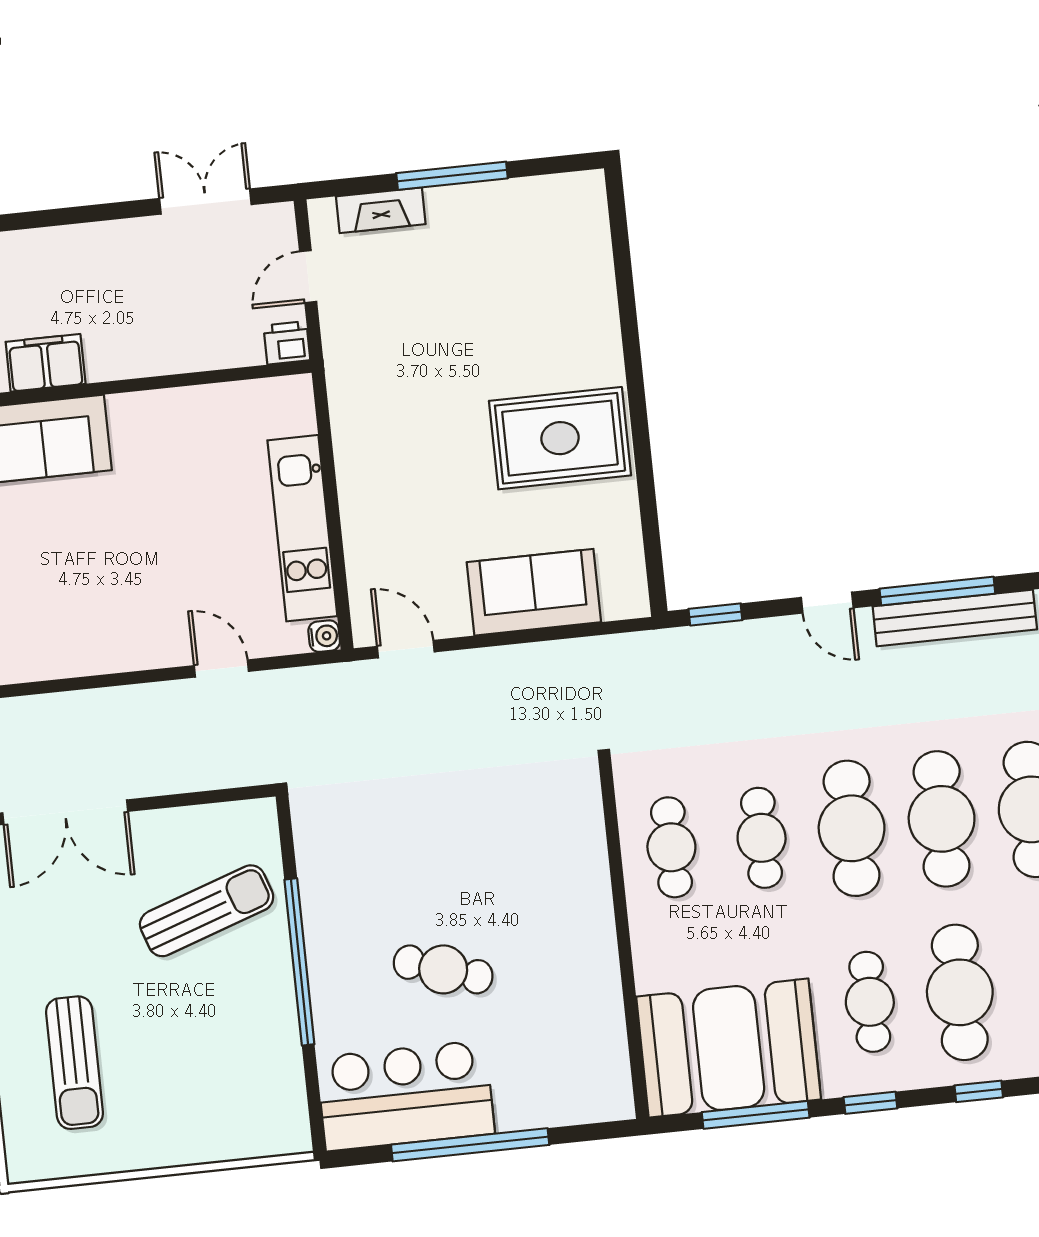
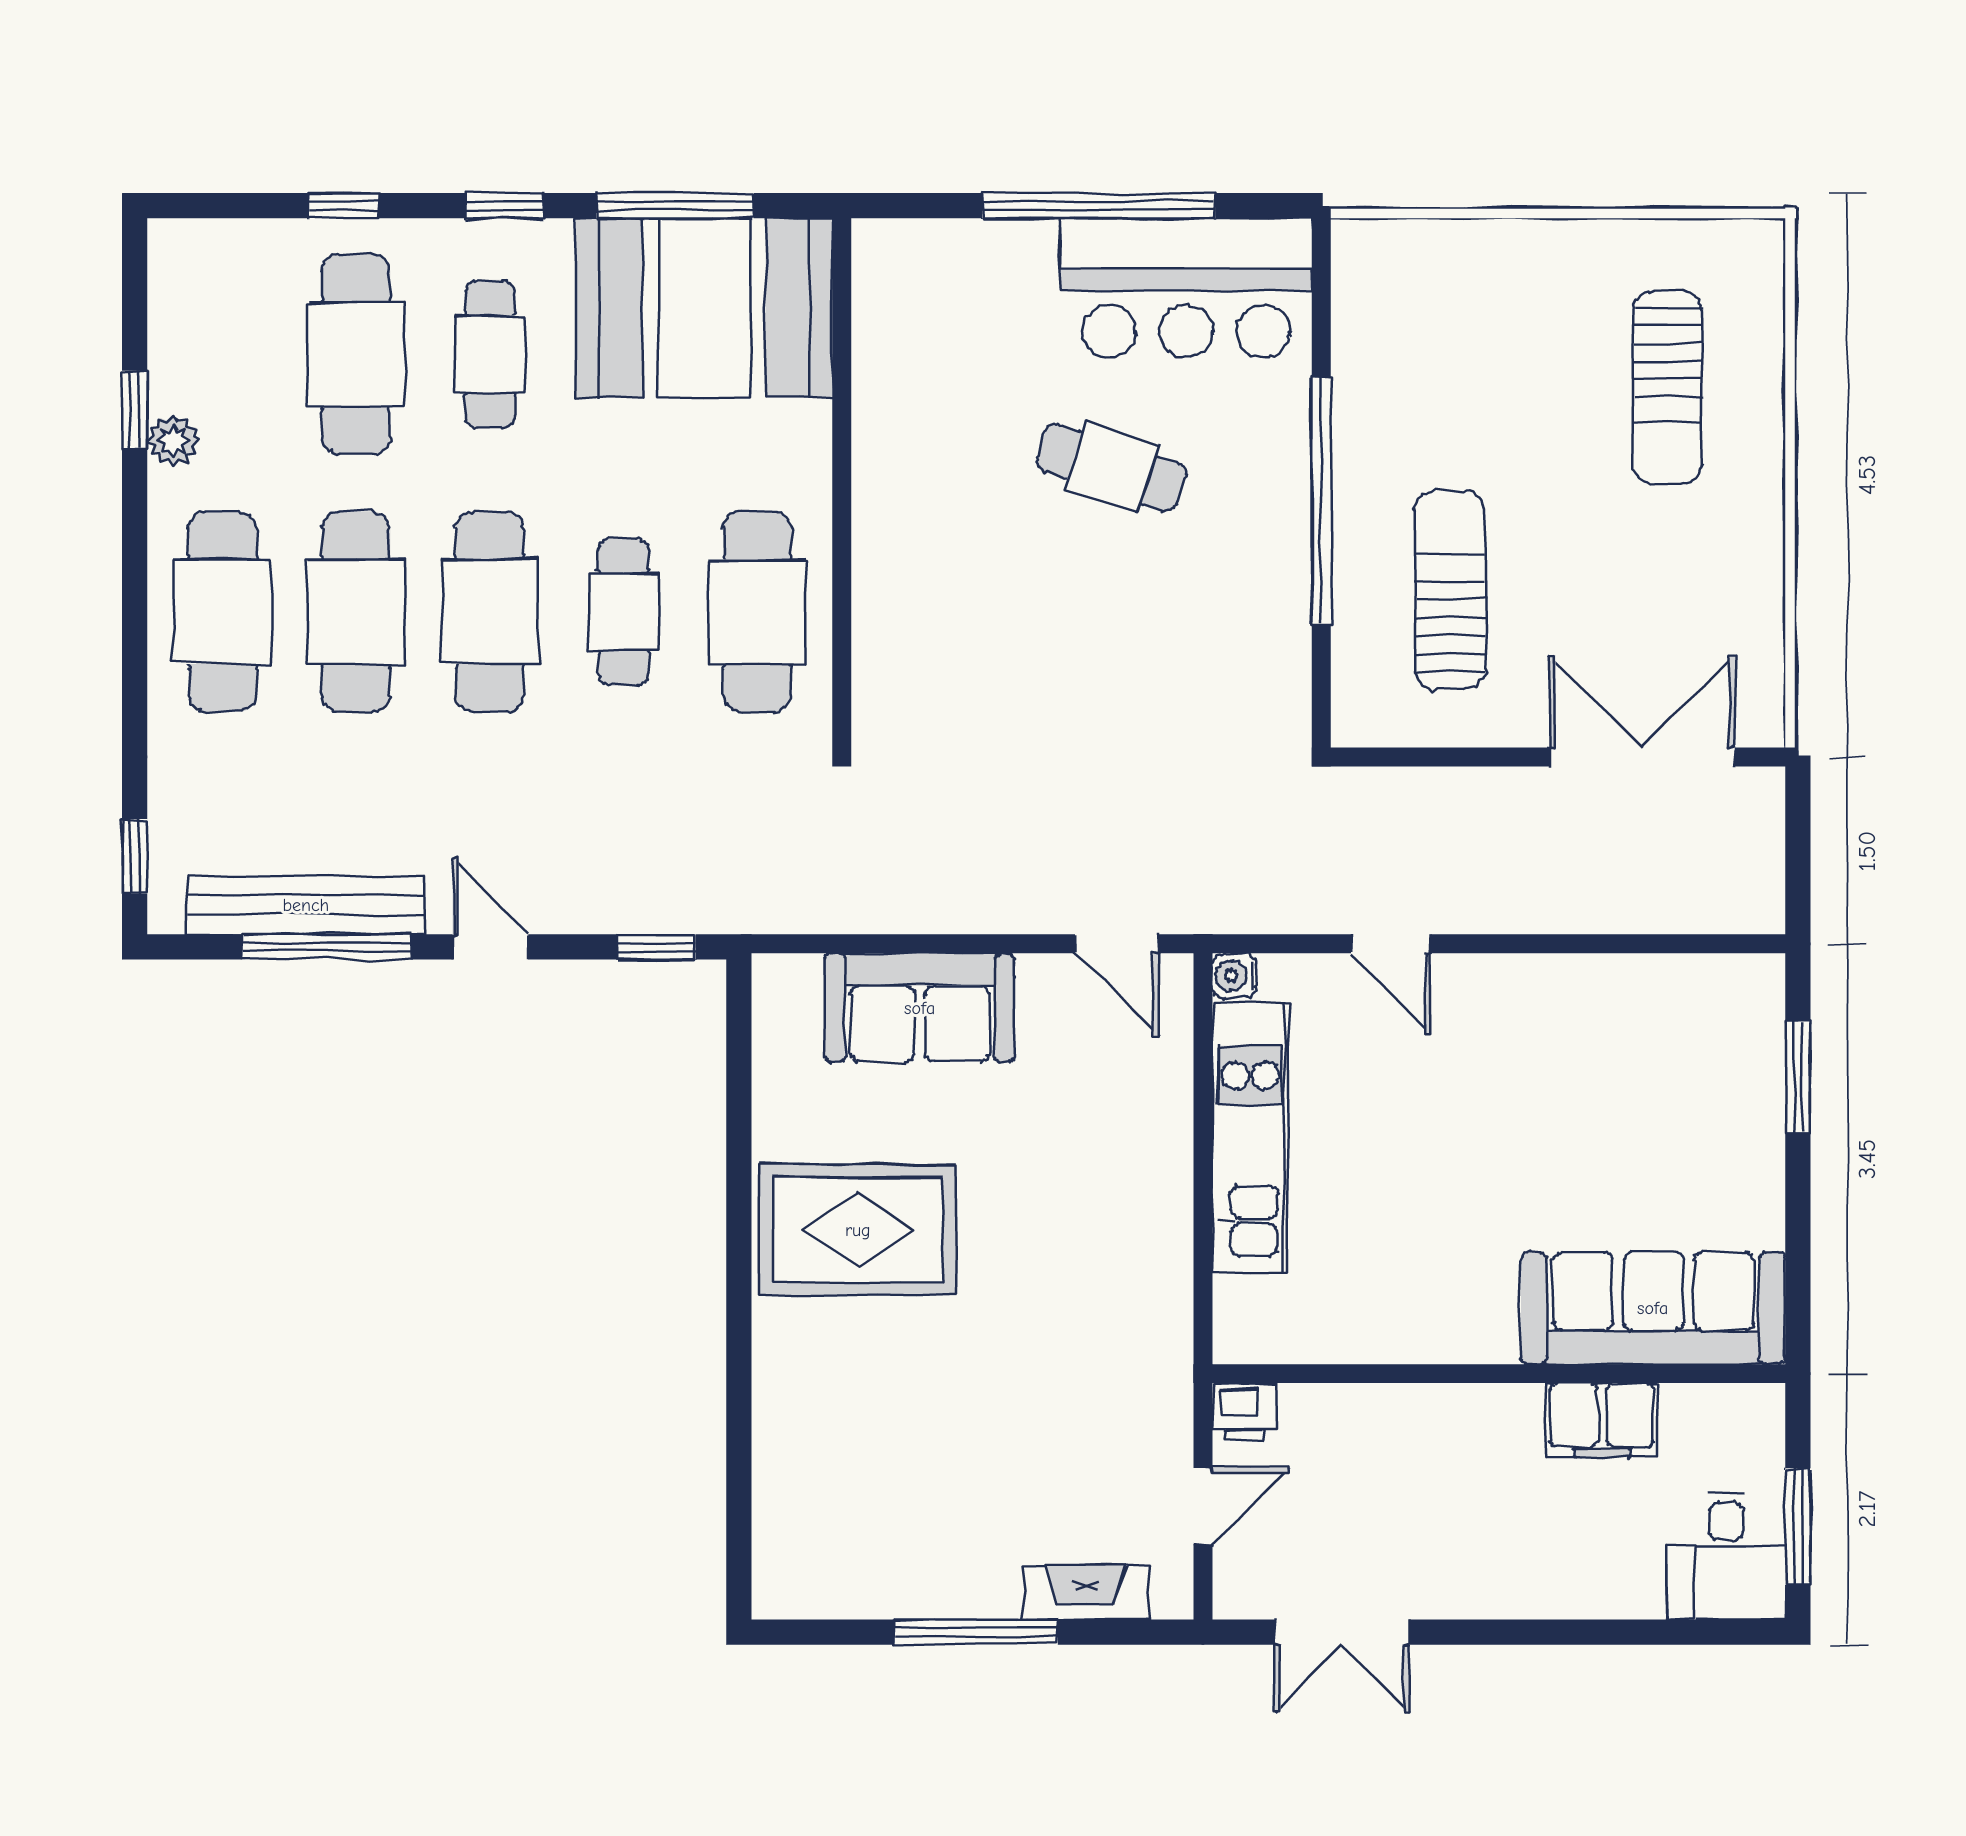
cafe table: (671, 847) -> (757, 612), width x1.37, depth x1.35
sun lounger: (207, 911) -> (1450, 590), turned 109
sun lounger: (74, 1063) -> (1667, 388), turned 180

